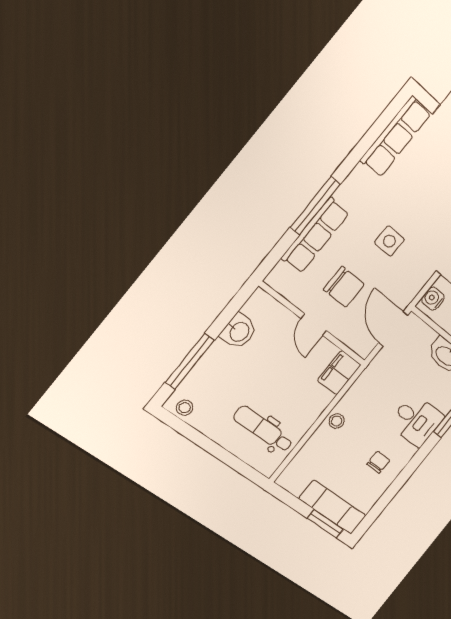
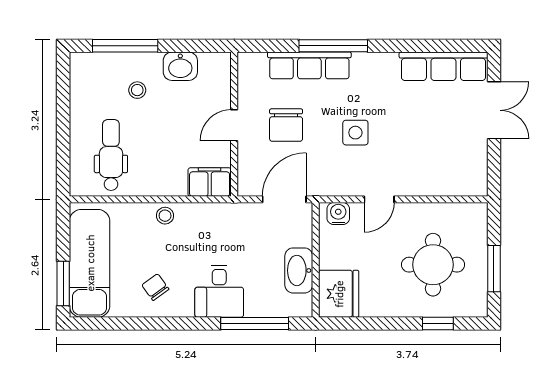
stool: (185, 408) -> (137, 90), moved
chair: (378, 462) -> (155, 287), turned -126
exam couch: (333, 507) -> (90, 263), width x1.36, depth x1.45

